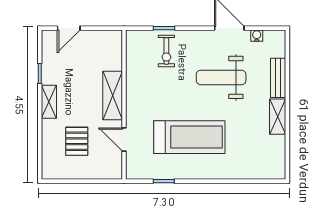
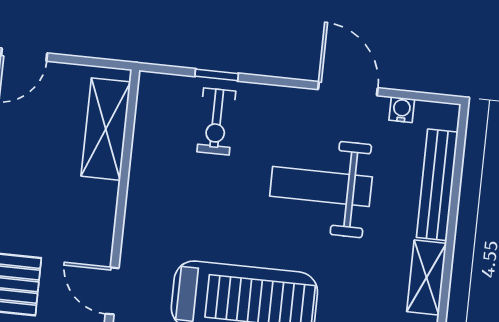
bench: (278, 78) -> (437, 185), width x1.36
shelving: (113, 96) -> (106, 129), moved

